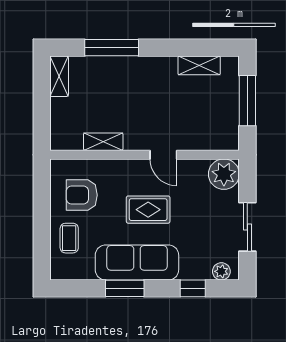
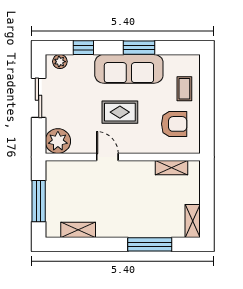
shelving: (103, 142) -> (172, 168), moved

